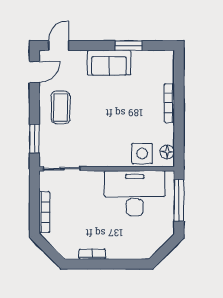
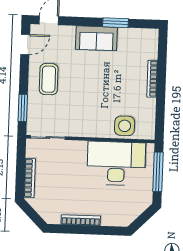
floor lamp: (167, 152) -> (149, 125), removed
bookcase: (92, 254) -> (81, 220), width x1.56

